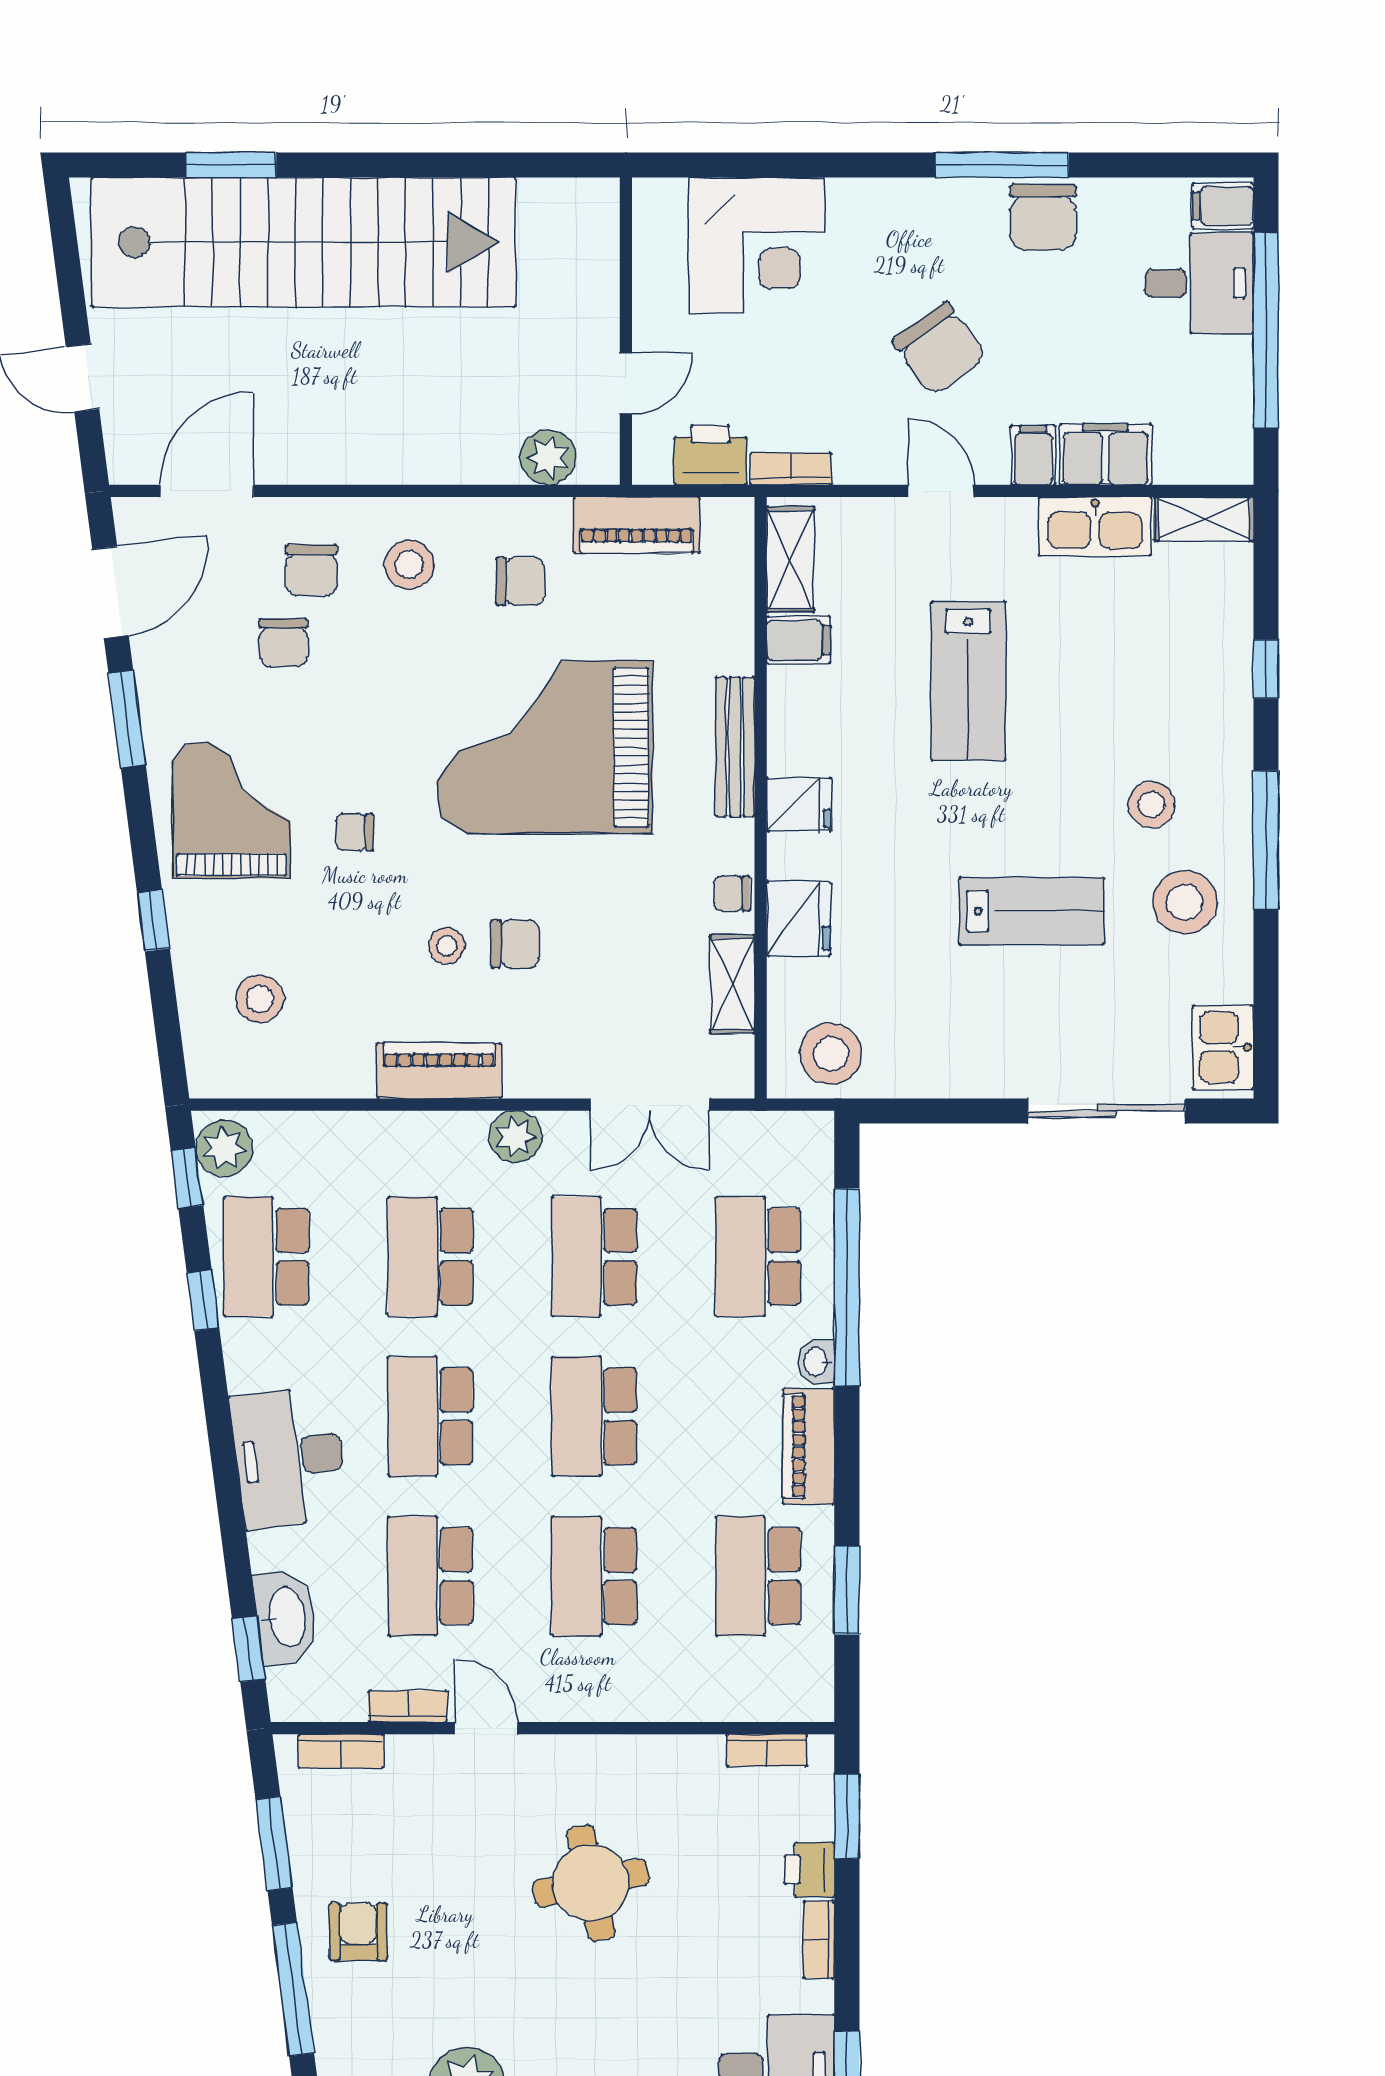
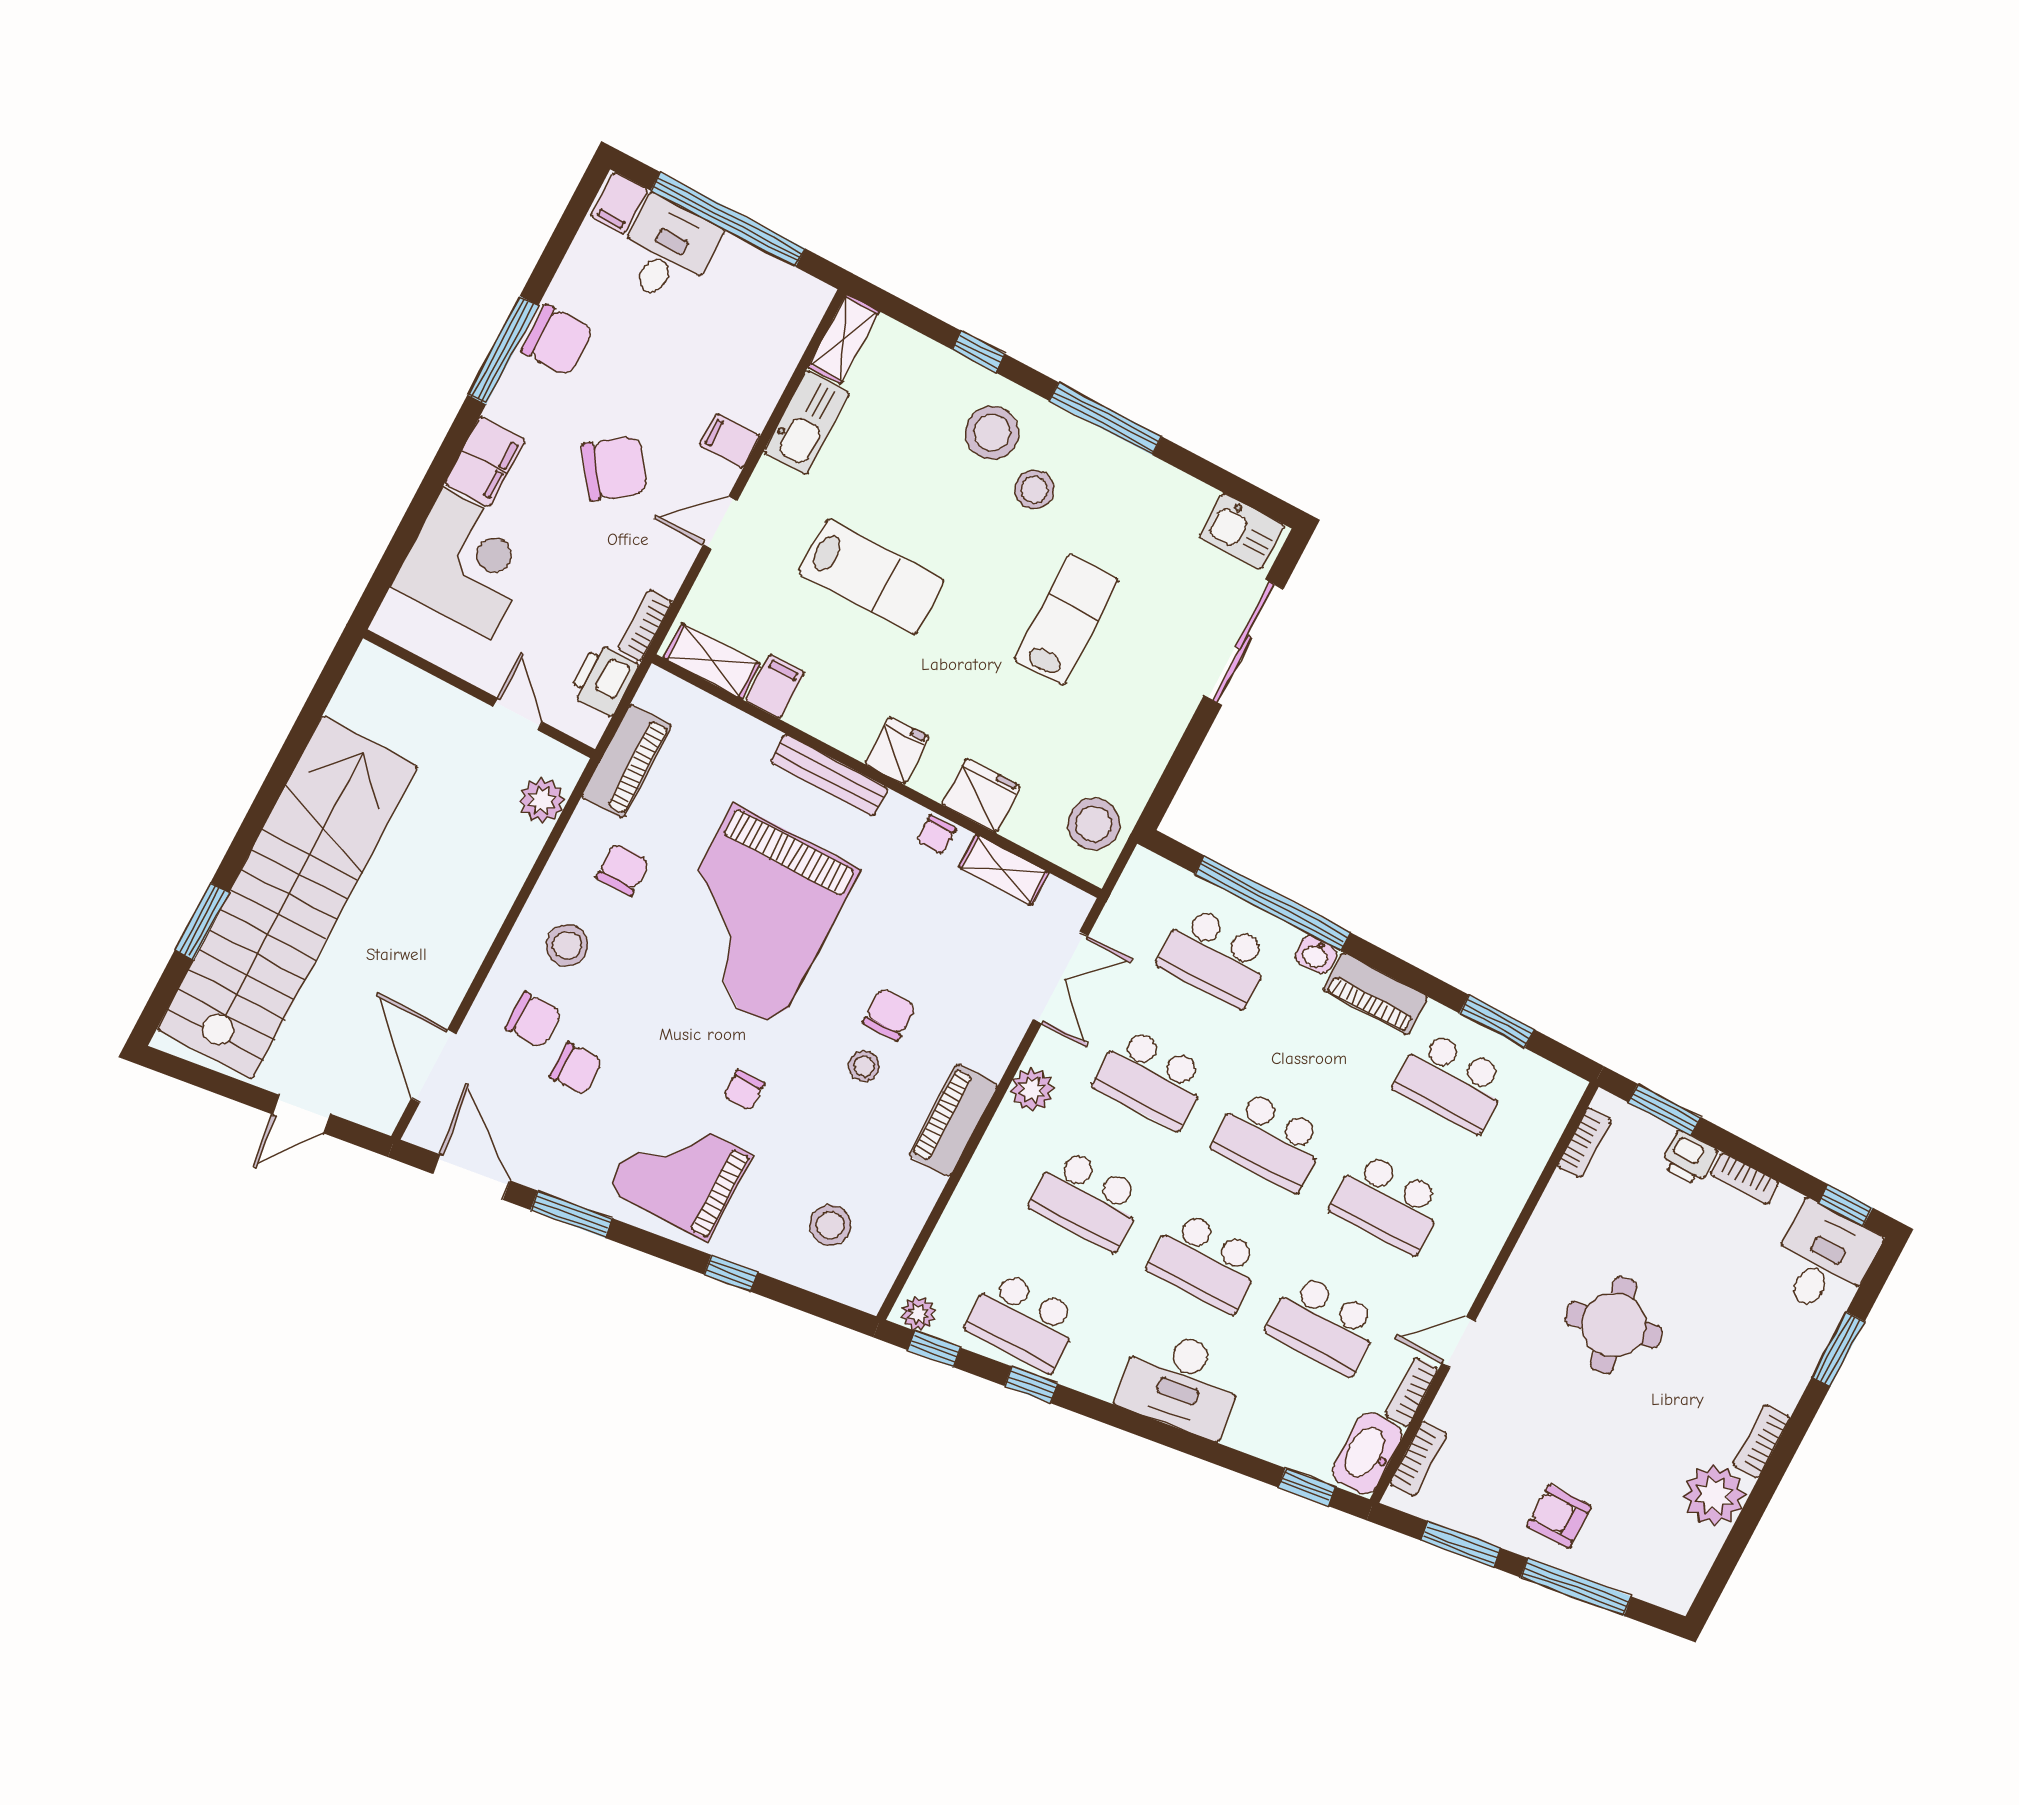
filing cabinet: (1105, 454) -> (485, 462), moved, turned 180
stool: (1185, 902) -> (992, 433), moved
plant: (224, 1148) -> (919, 1314), width x0.73, depth x0.73
washbasin: (286, 1617) -> (1367, 1453), moved, turned -83

